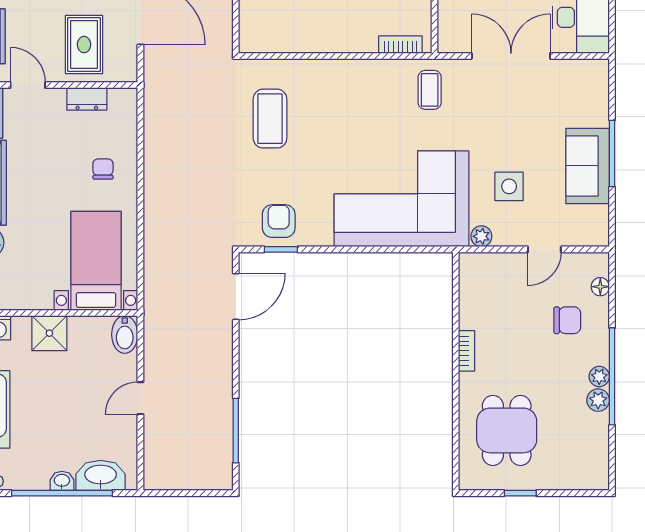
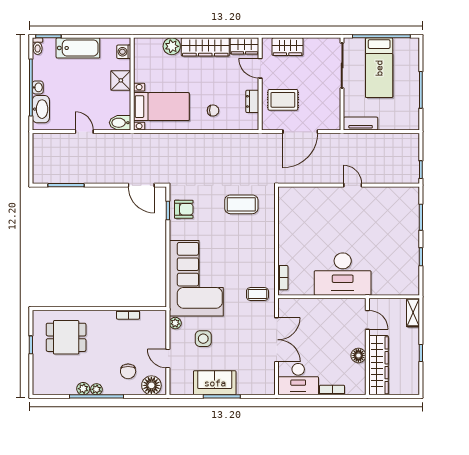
door: (28, 85) -> (260, 68), swing flipped
floor lamp: (600, 287) -> (151, 385), width x1.89, depth x1.89
bookcase: (466, 351) -> (128, 315), moved

